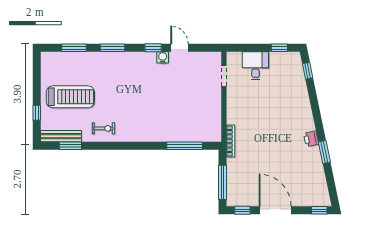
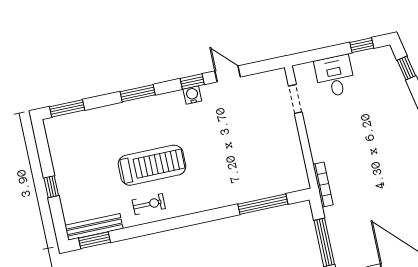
window: (74, 48) -> (67, 108), moved
water cooler: (163, 57) -> (192, 95), moved
treadmill: (70, 97) -> (152, 165), moved
window: (37, 113) -> (51, 187), moved
window: (70, 146) -> (94, 240), moved

